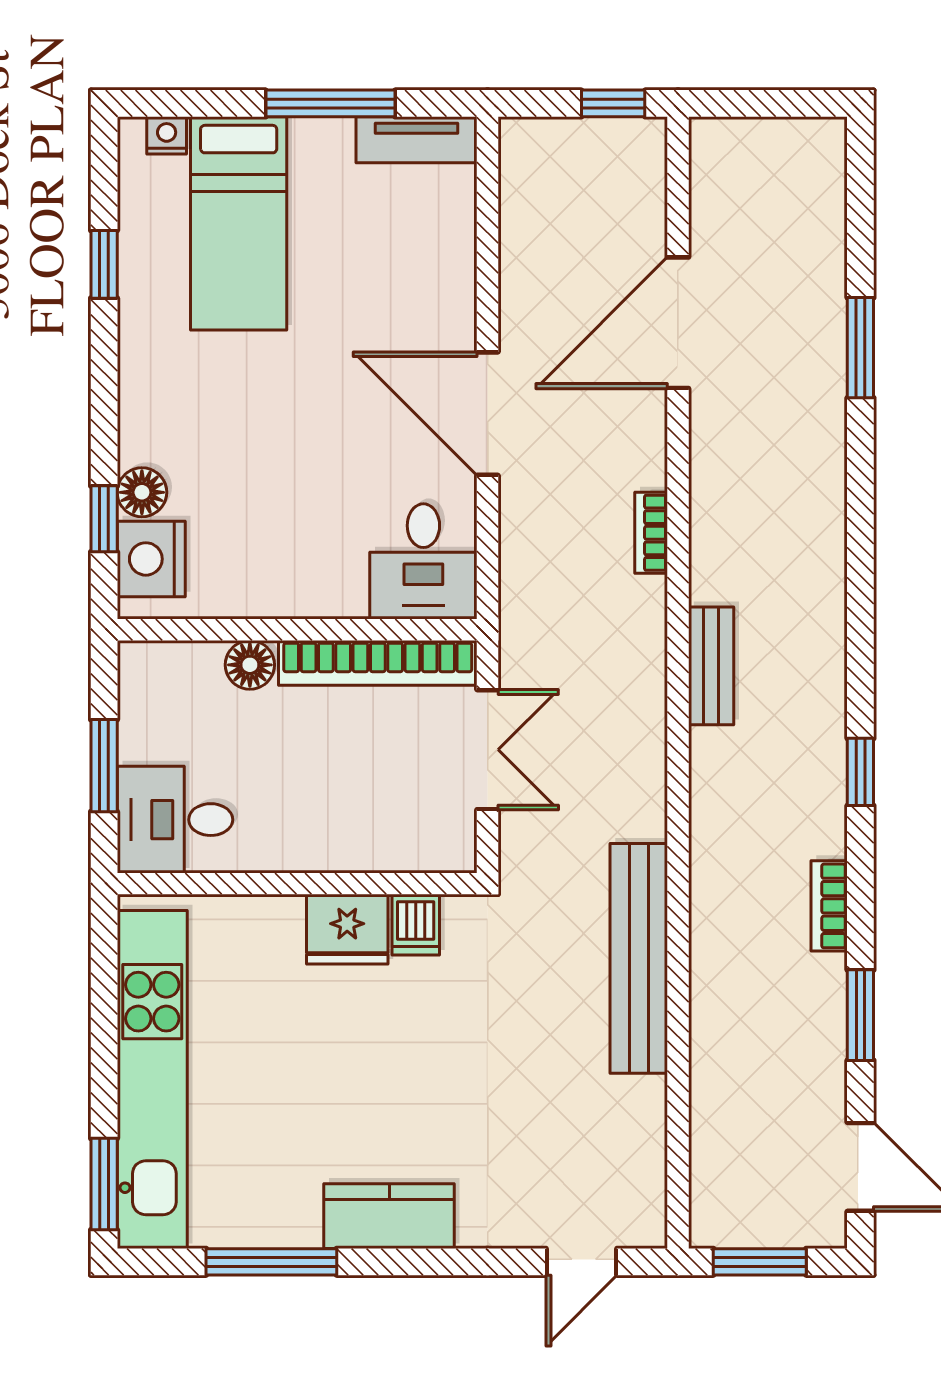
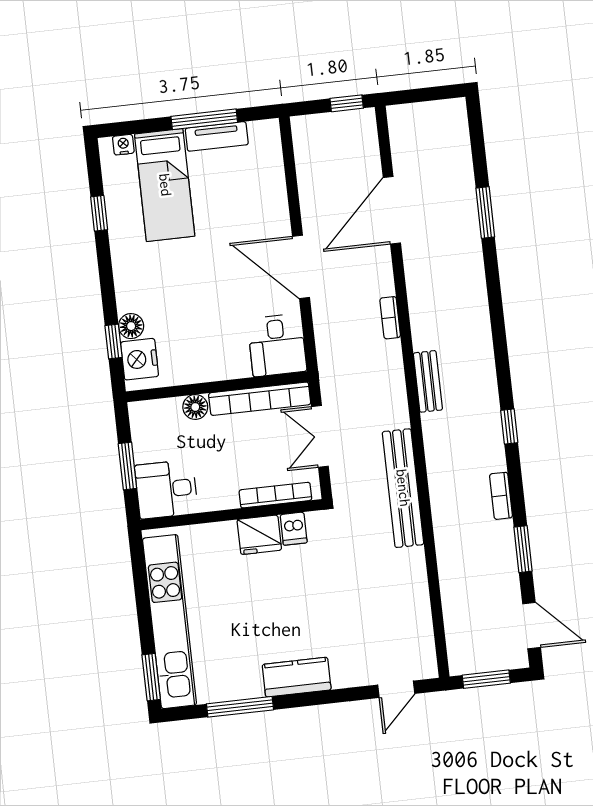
tv unit: (417, 140) -> (217, 136), moved
double door: (488, 750) -> (320, 436), swing flipped
bookcase: (387, 855) -> (275, 495), added
bench: (639, 958) -> (403, 488), moved

